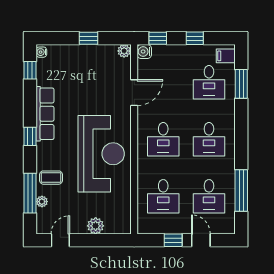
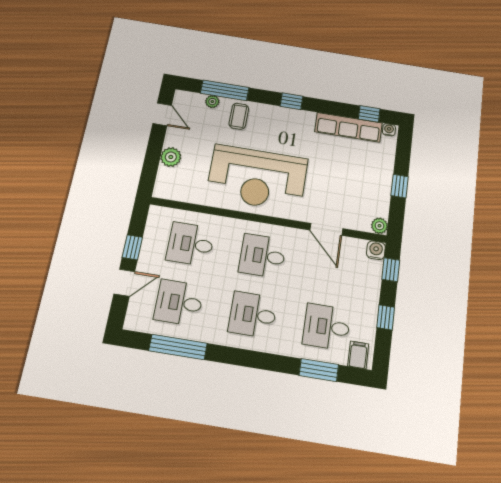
row of seats: (45, 114) -> (348, 127), moved

